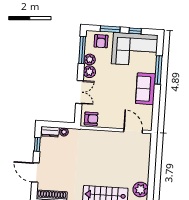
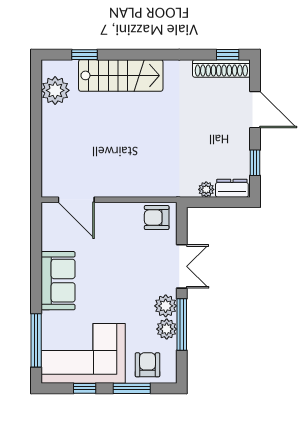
window: (82, 50) -> (182, 324), moved
window: (158, 70) -> (36, 340), moved
double door: (80, 92) -> (182, 266), swing flipped

